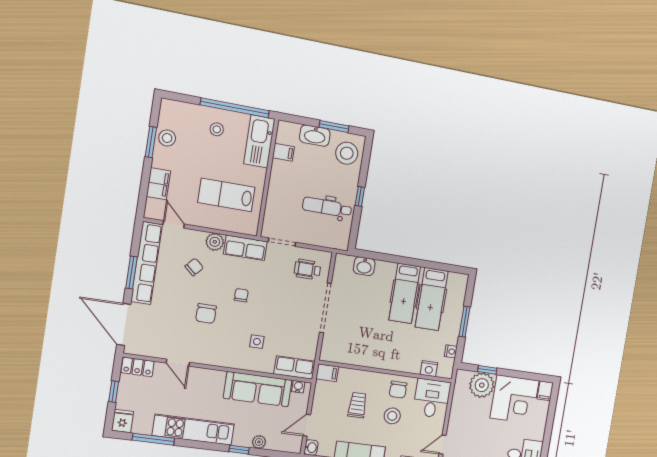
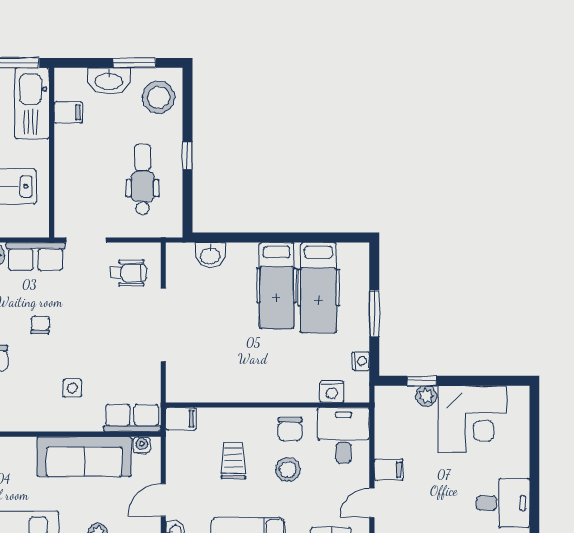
dental chair: (327, 207) -> (143, 179), turned 90
wheelchair: (307, 269) -> (128, 273), turned 180
plant: (482, 385) -> (426, 396), width x0.53, depth x0.53
filing cabinet: (545, 391) -> (389, 470), moved, turned -90

